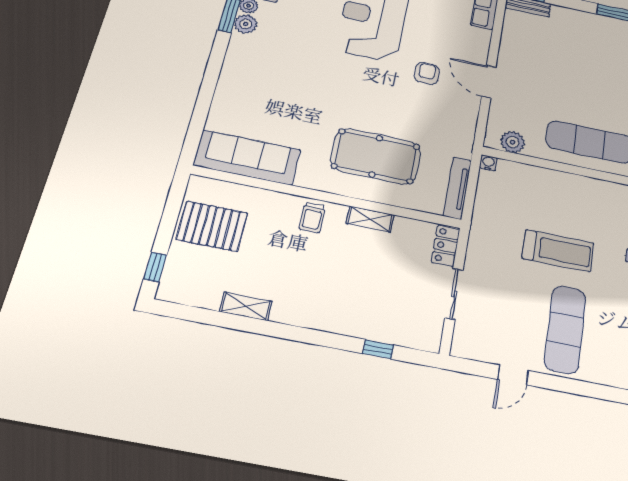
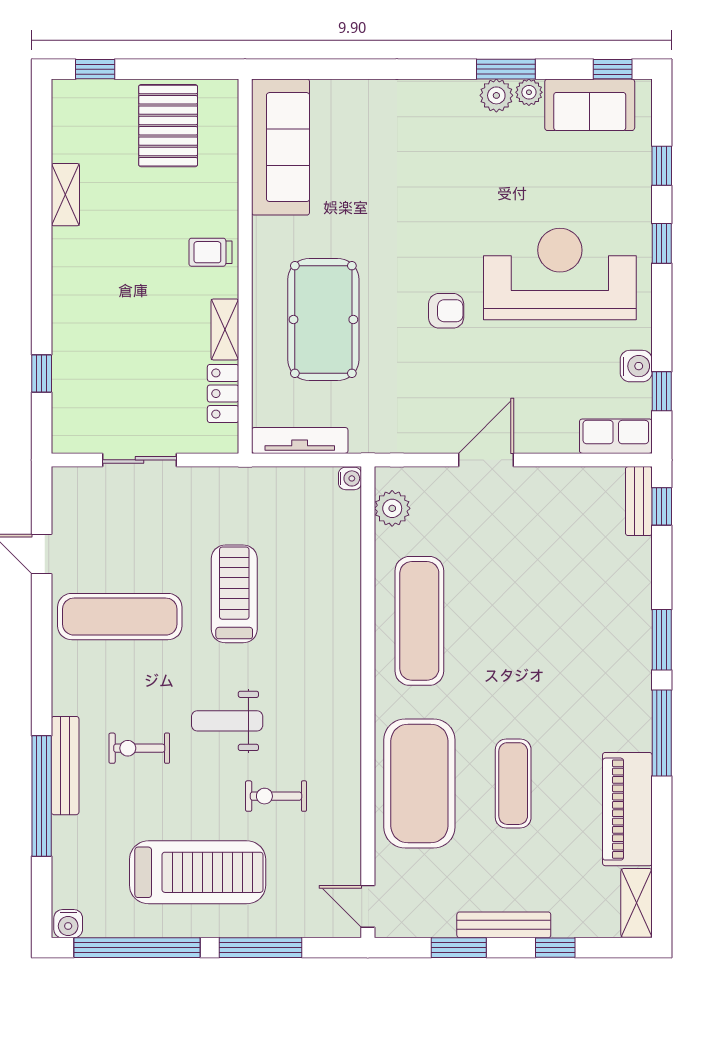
armchair: (427, 73) -> (446, 311), moved
locker: (446, 246) -> (223, 394), moved, turned -90
treadmill: (558, 251) -> (234, 594), turned 180

